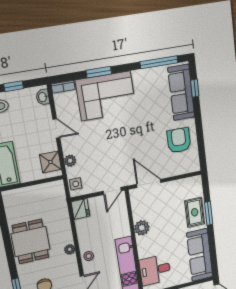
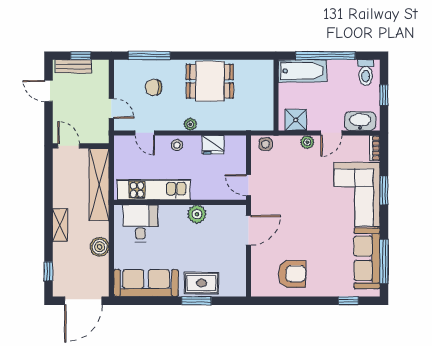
sofa: (181, 92) -> (367, 258), moved, turned -90
washbasin: (43, 97) -> (360, 121), width x1.91, depth x1.45
plant: (70, 161) -> (307, 142), moved
fridge: (80, 209) -> (213, 145), moved

